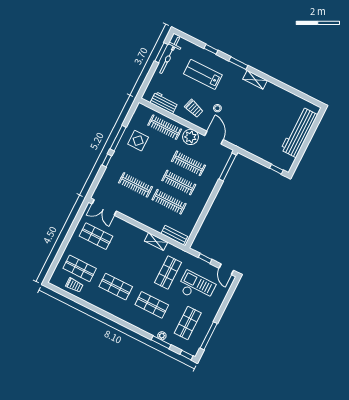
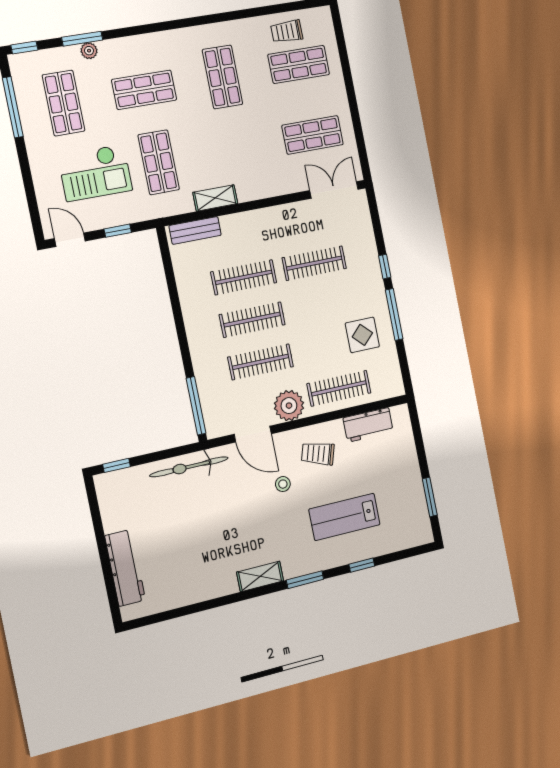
bicycle: (170, 55) -> (189, 467), moved, turned -90
lab bench: (203, 74) -> (344, 517), turned 180
workbench: (299, 132) -> (125, 568), width x0.73, depth x0.76
shop shelf: (116, 287) -> (223, 77), turned 90

